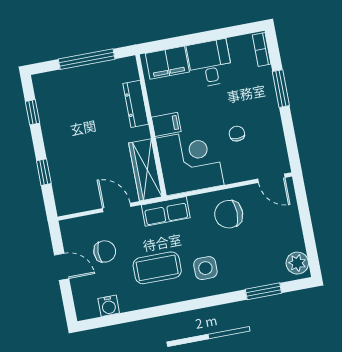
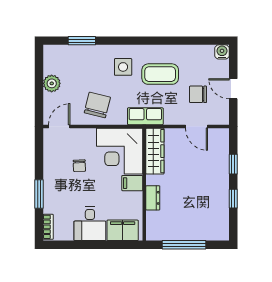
dresser: (136, 104) -> (153, 198), width x0.70
window: (33, 112) -> (233, 199), moved
door: (271, 178) -> (59, 126), hinge flipped
door: (117, 208) -> (196, 126), moved
chair: (229, 214) -> (97, 105), turned -76
plant: (297, 263) -> (52, 83), moved
water cooler: (109, 306) -> (222, 52), moved

